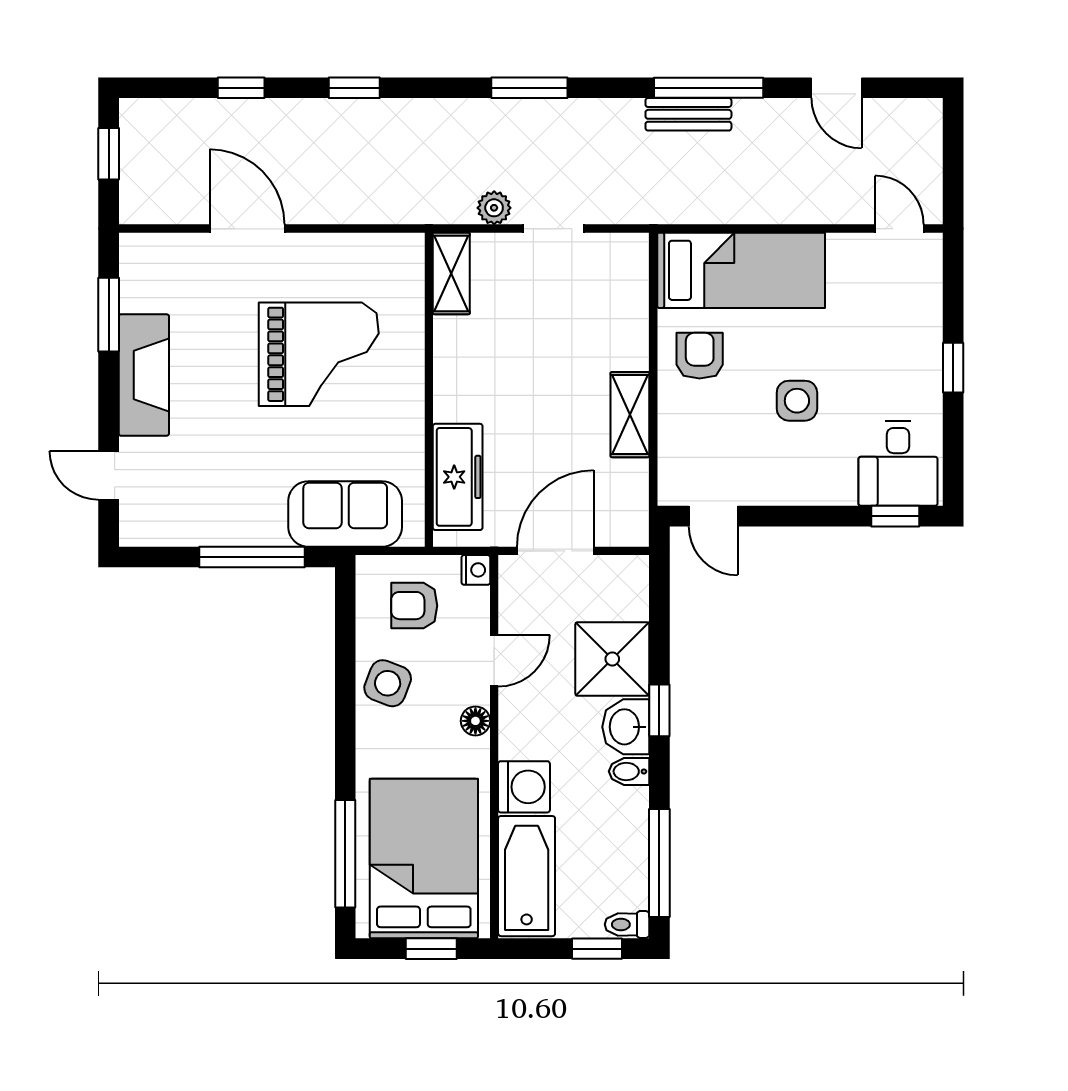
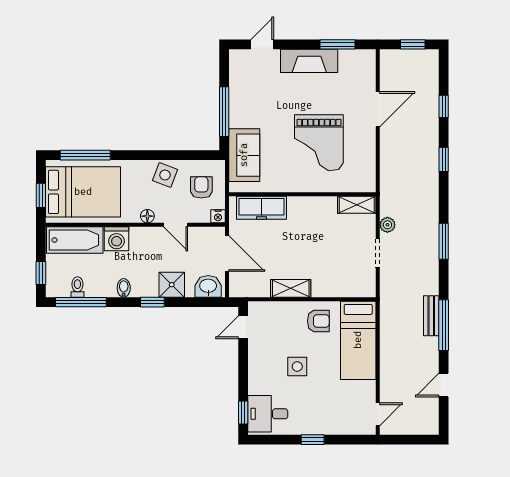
shower: (612, 659) -> (172, 285), width x0.73, depth x0.73
washbasin: (626, 727) -> (208, 286), moved
toilet: (627, 924) -> (77, 287), moved

